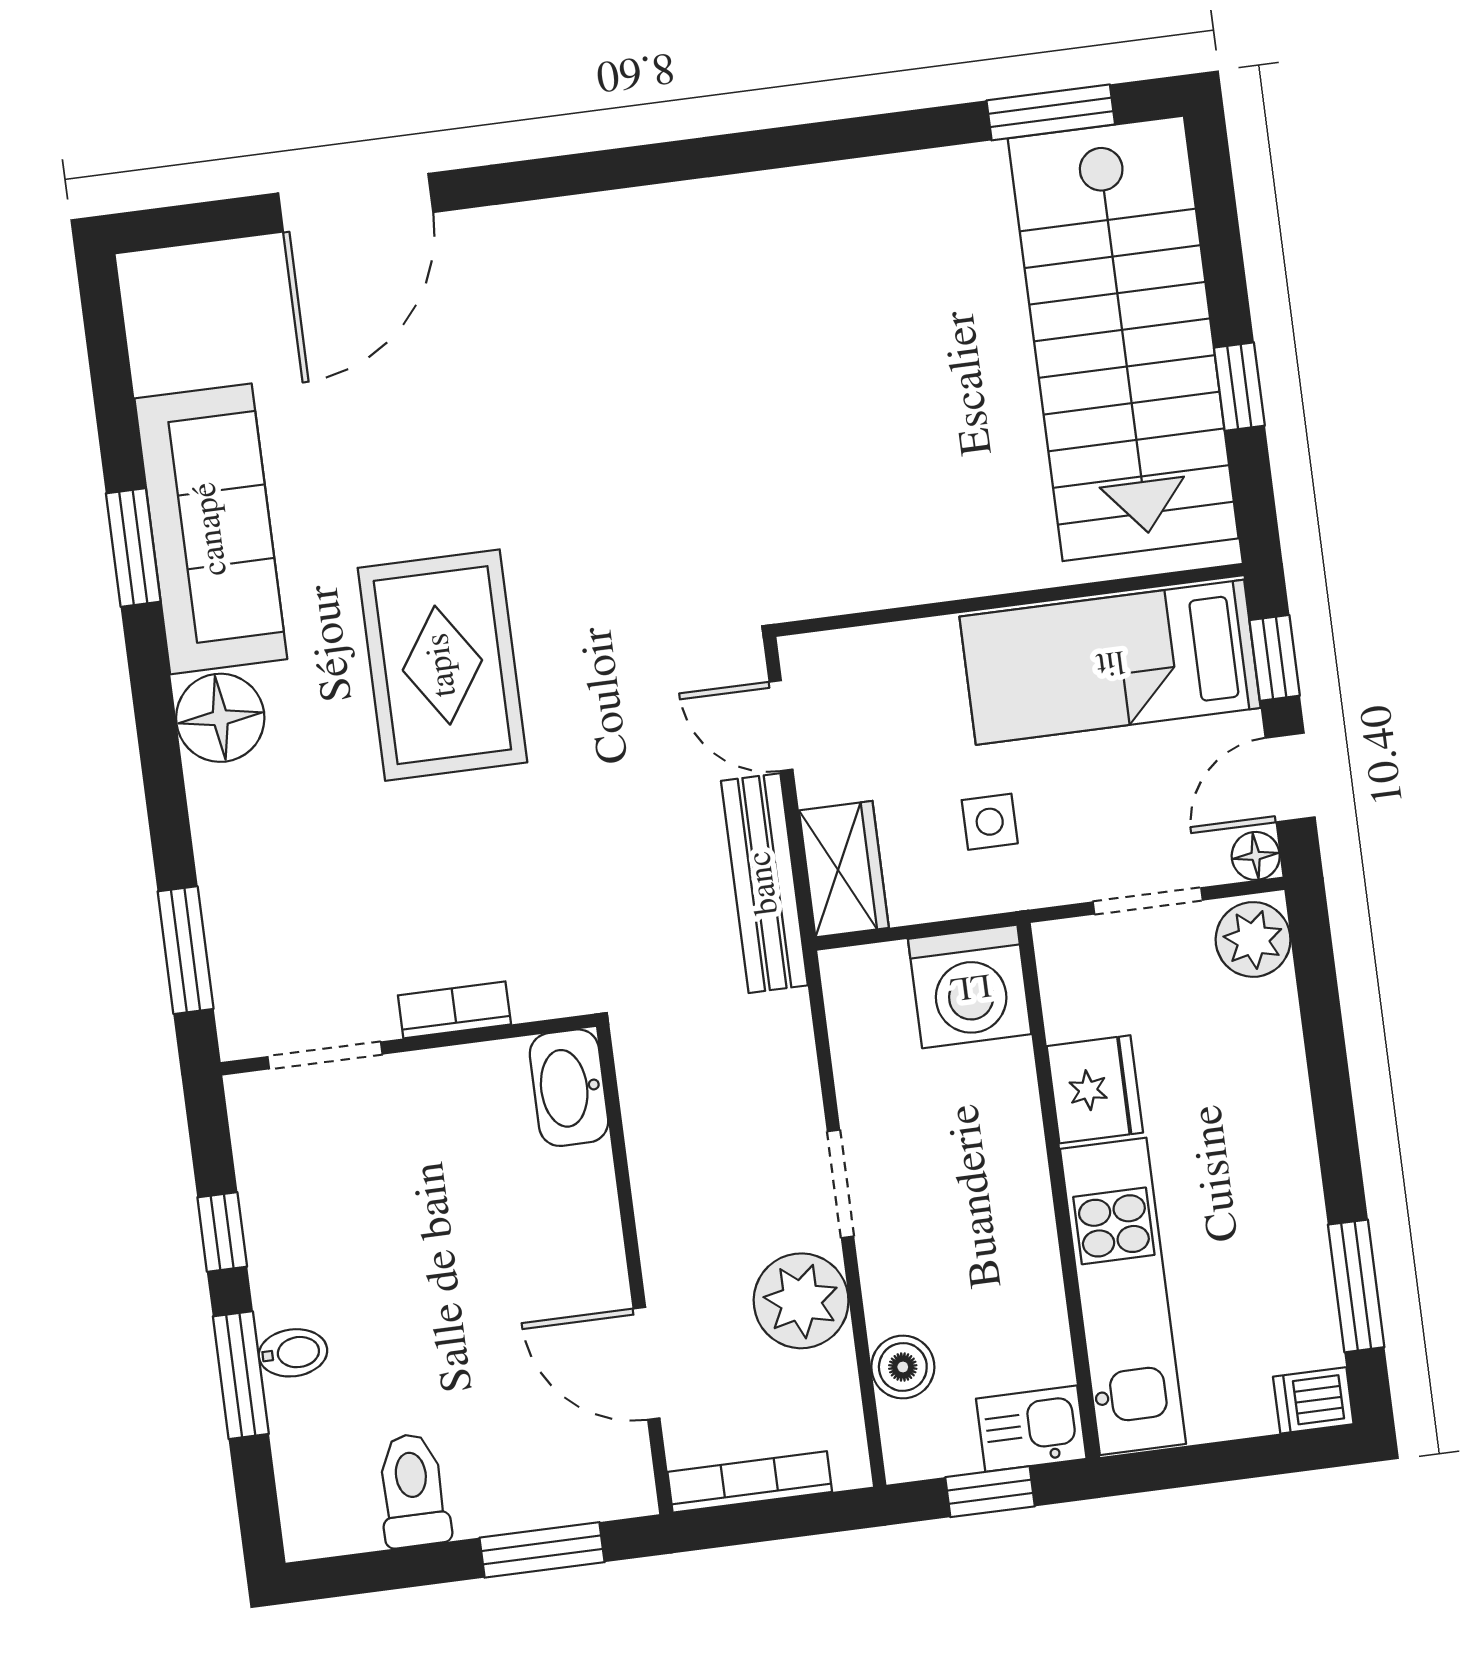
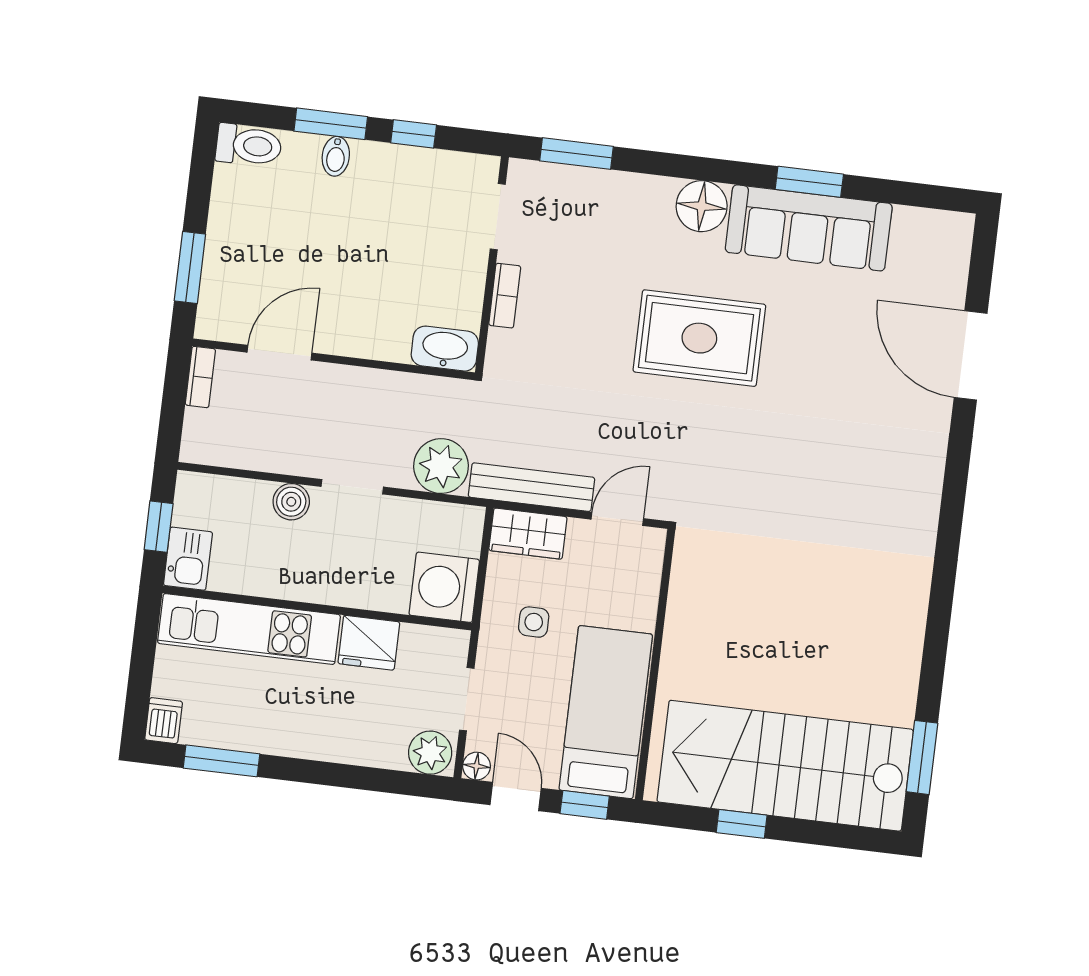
plant: (801, 1301) -> (441, 466), moved
boiler: (903, 1367) -> (291, 502), moved
bookcase: (750, 1482) -> (200, 377), width x0.64
toilet: (413, 1490) -> (249, 145), moved

